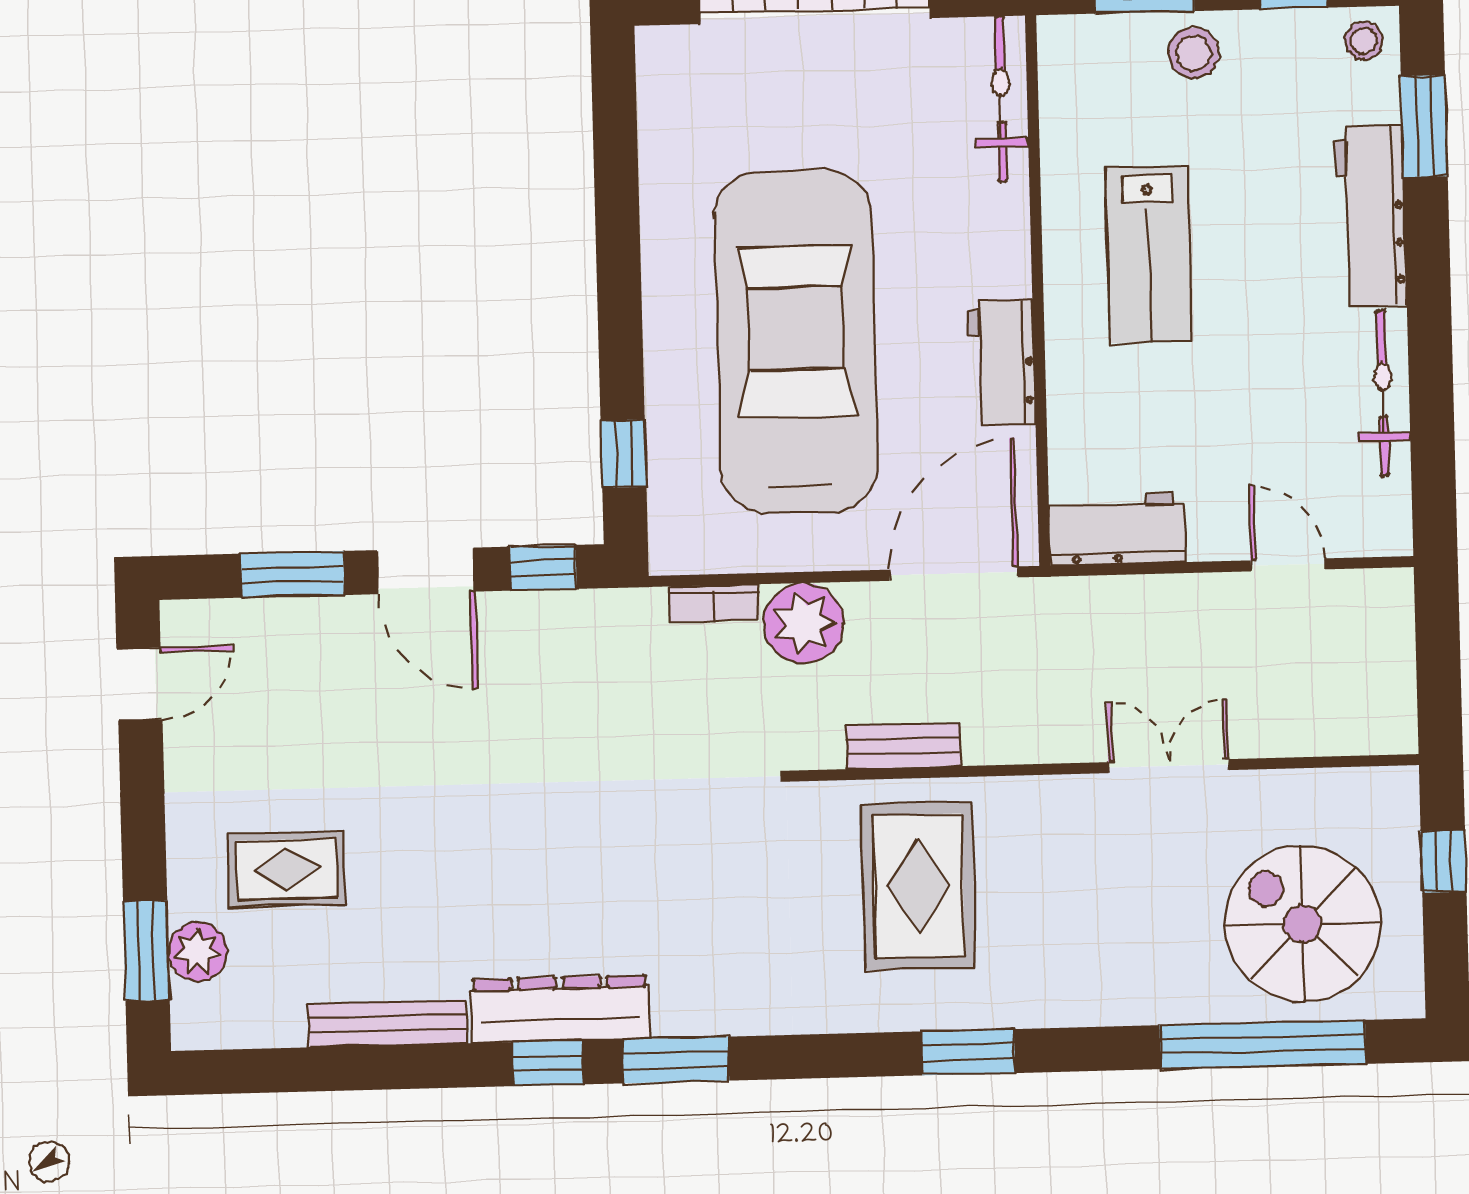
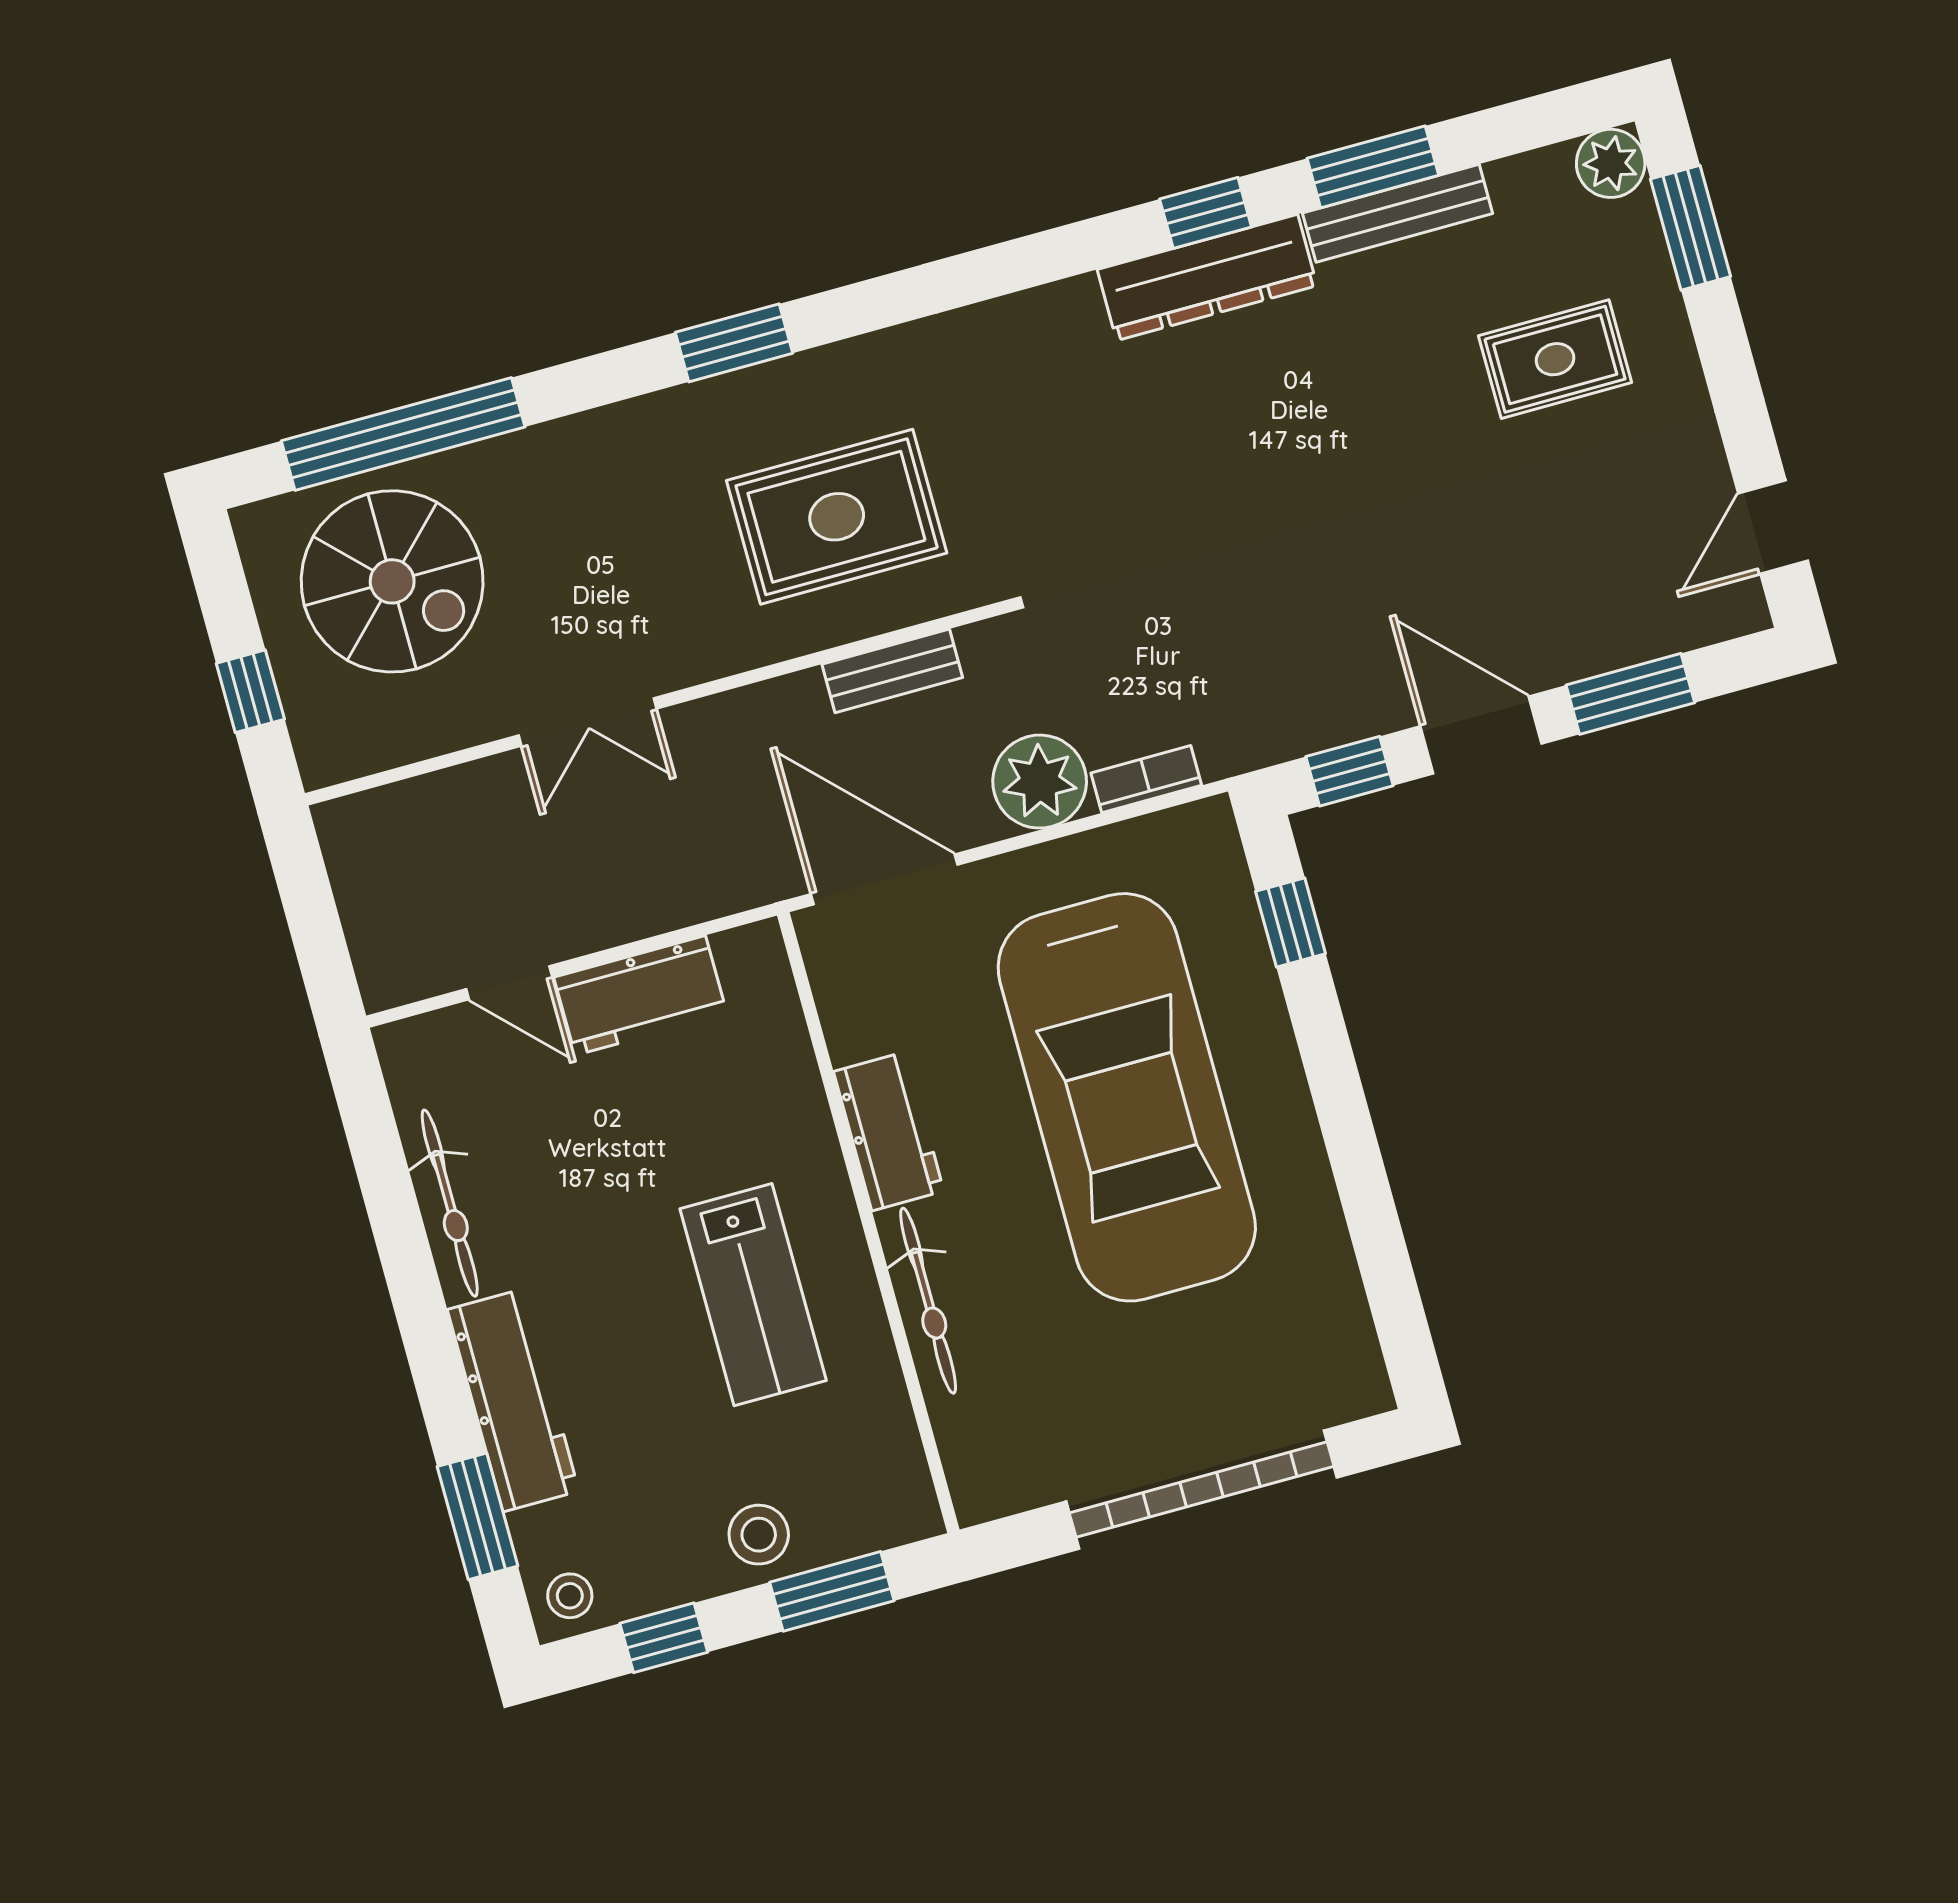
bicycle: (1001, 99) -> (928, 1301), moved
lab bench: (1149, 254) -> (753, 1295), turned 180
workbench: (1117, 529) -> (640, 995), moved
door: (954, 574) -> (884, 879), swing flipped
rug: (918, 886) -> (837, 517), turned 90
plant: (198, 952) -> (1611, 163), moved
window: (676, 1060) -> (1373, 167), moved

